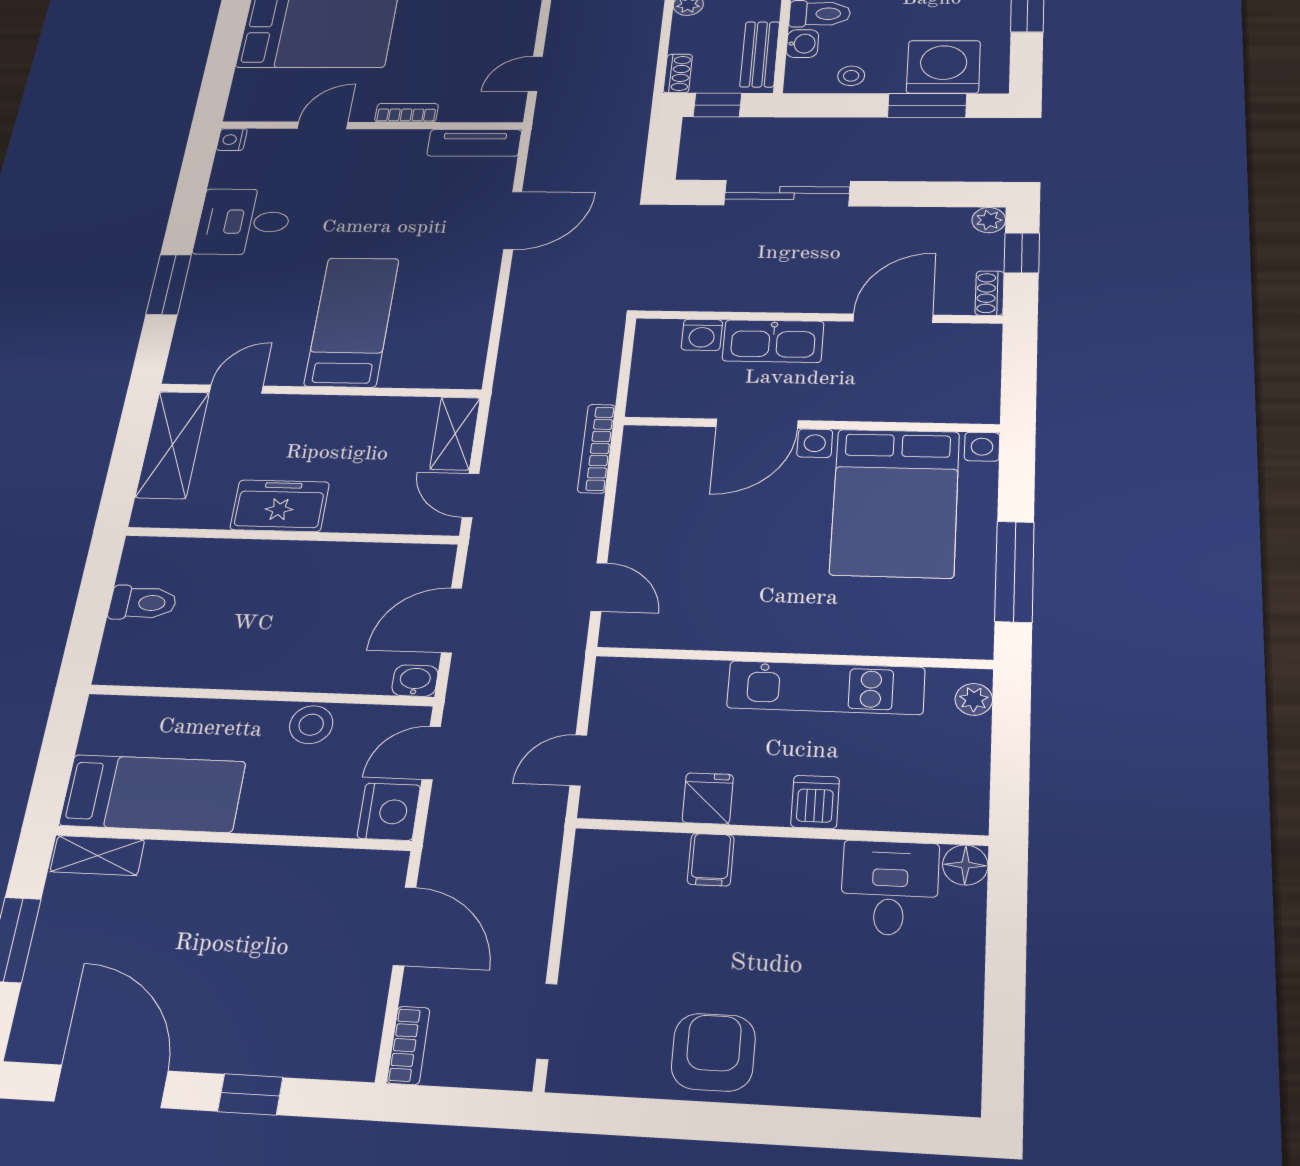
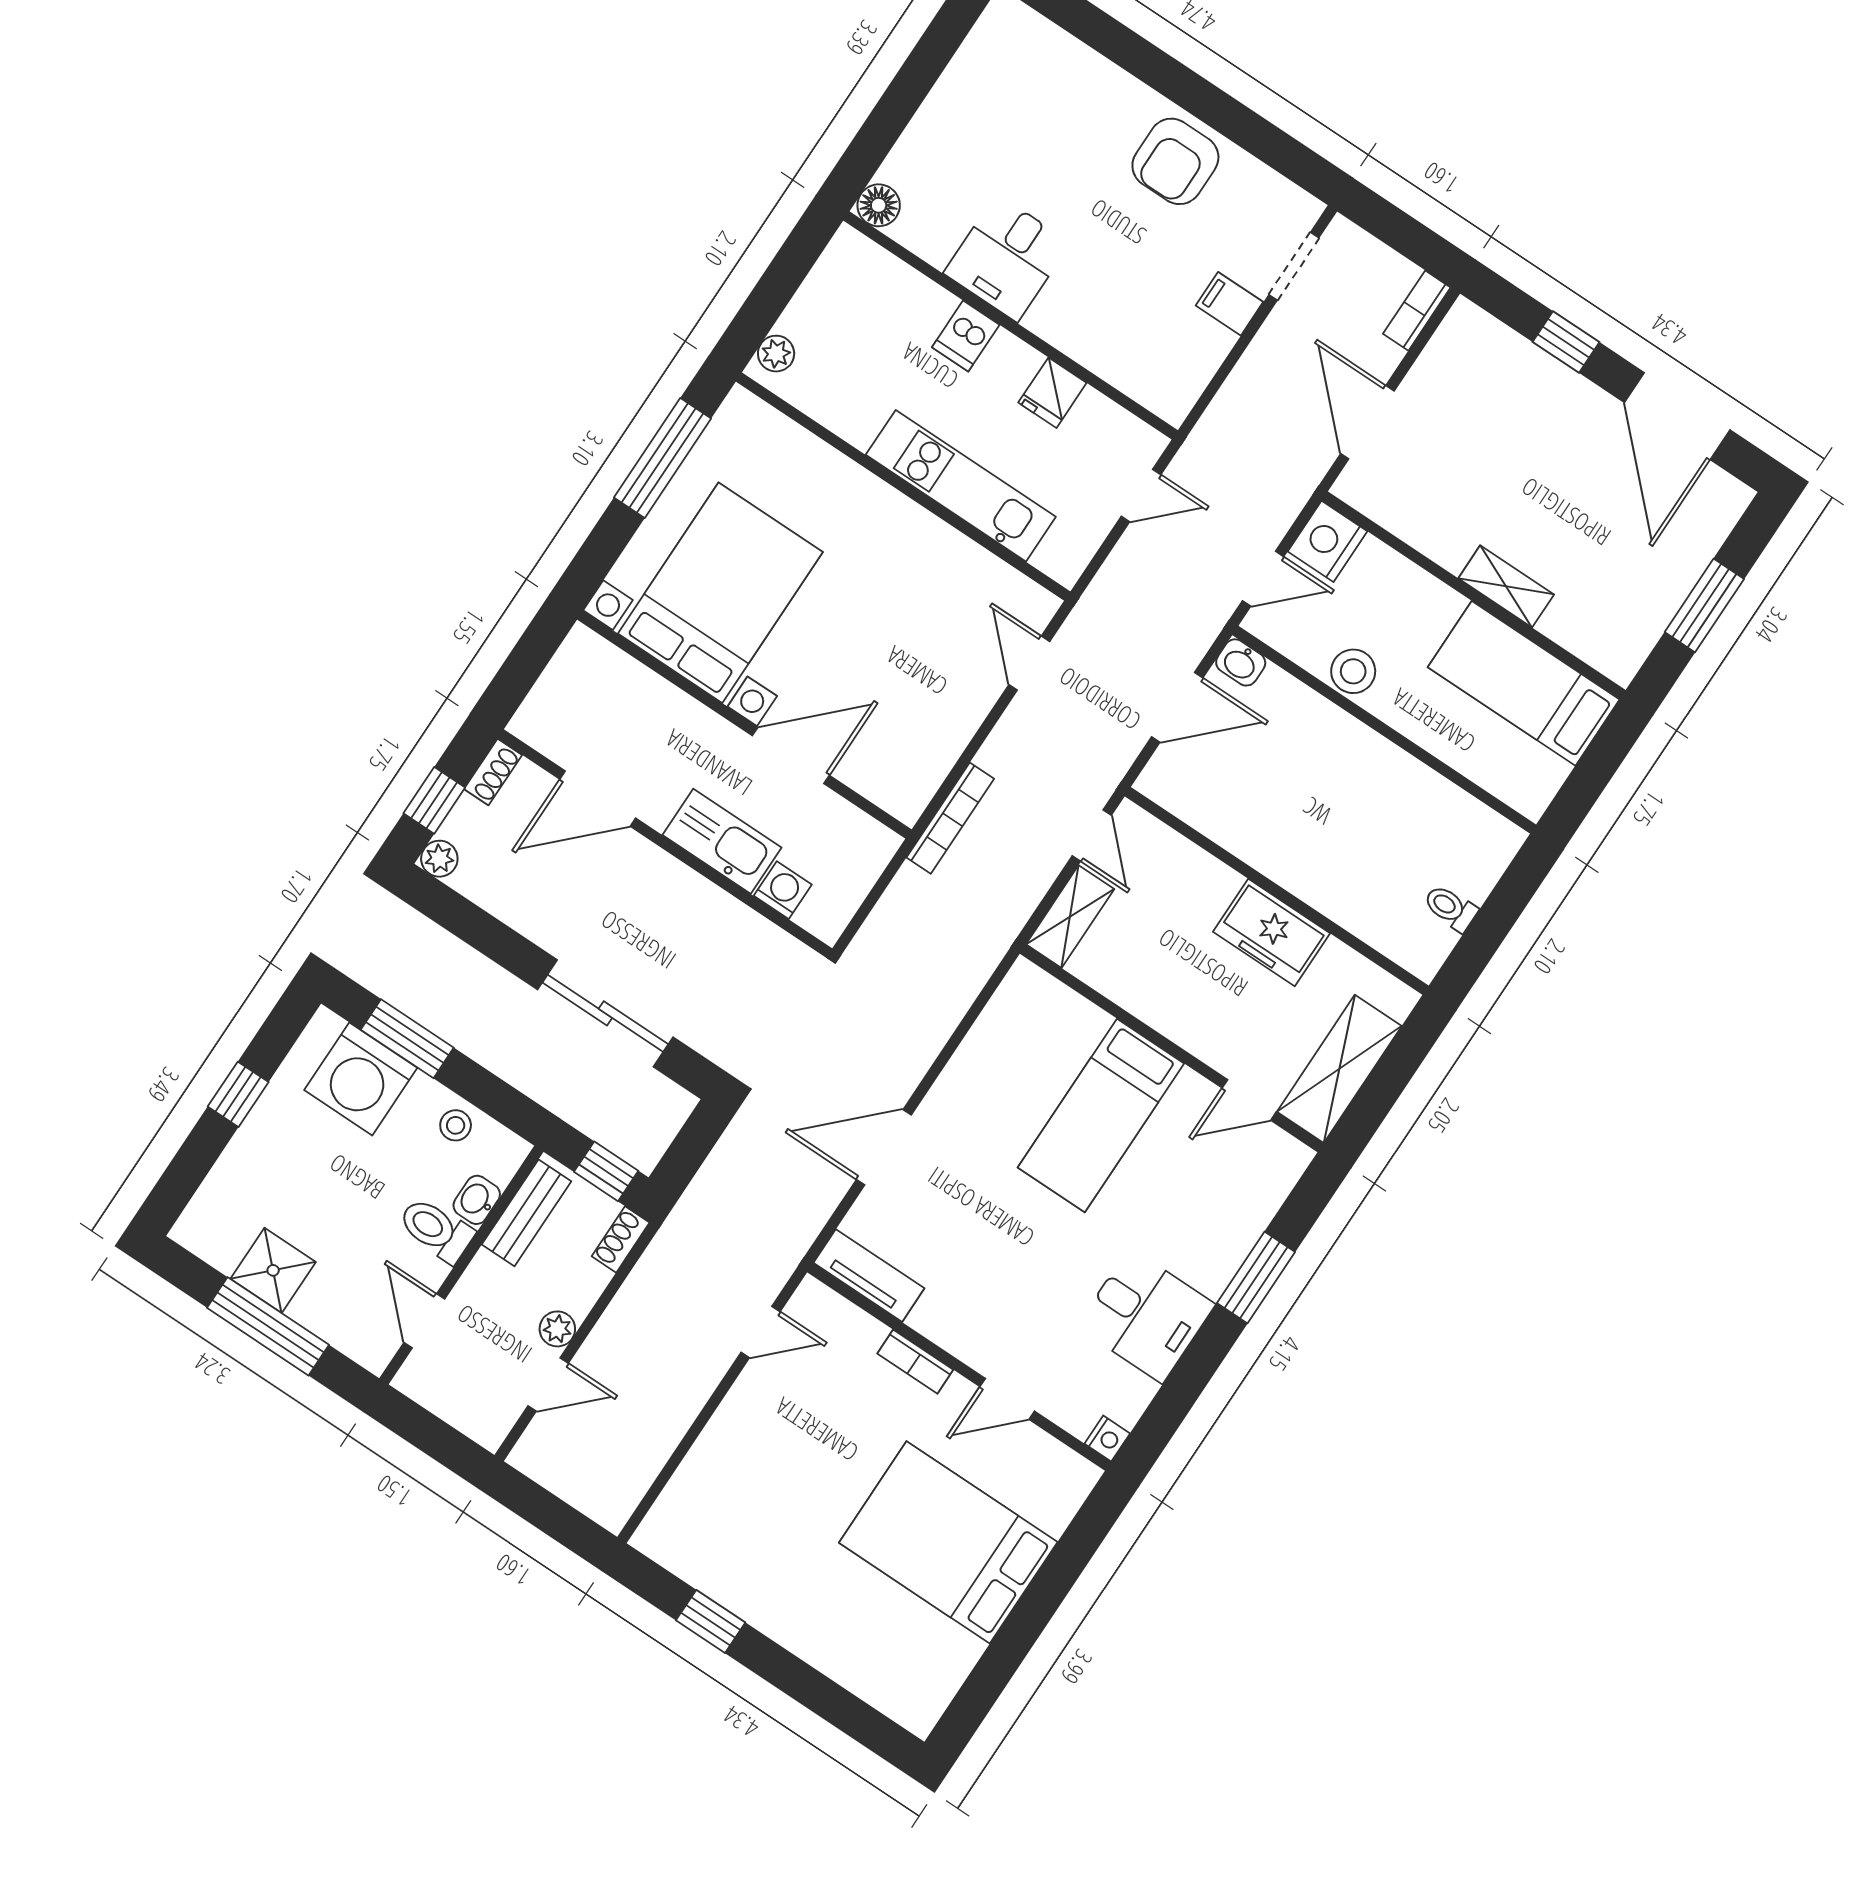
toilet: (143, 603) -> (1450, 908), width x0.73, depth x0.72
kitchen unit: (826, 688) -> (961, 486), moved
shelving: (97, 856) -> (1506, 586), moved
filing cabinet: (711, 860) -> (1229, 304), moved, turned -90
desk: (890, 888) -> (1007, 258), moved

